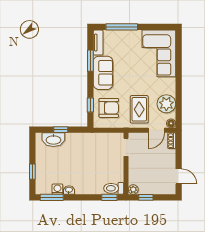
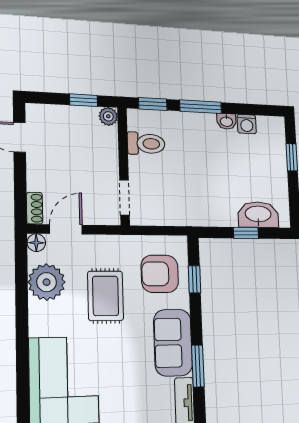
rug: (139, 109) -> (106, 296), moved
toilet: (114, 188) -> (146, 144), moved
window: (52, 197) -> (201, 107), moved

